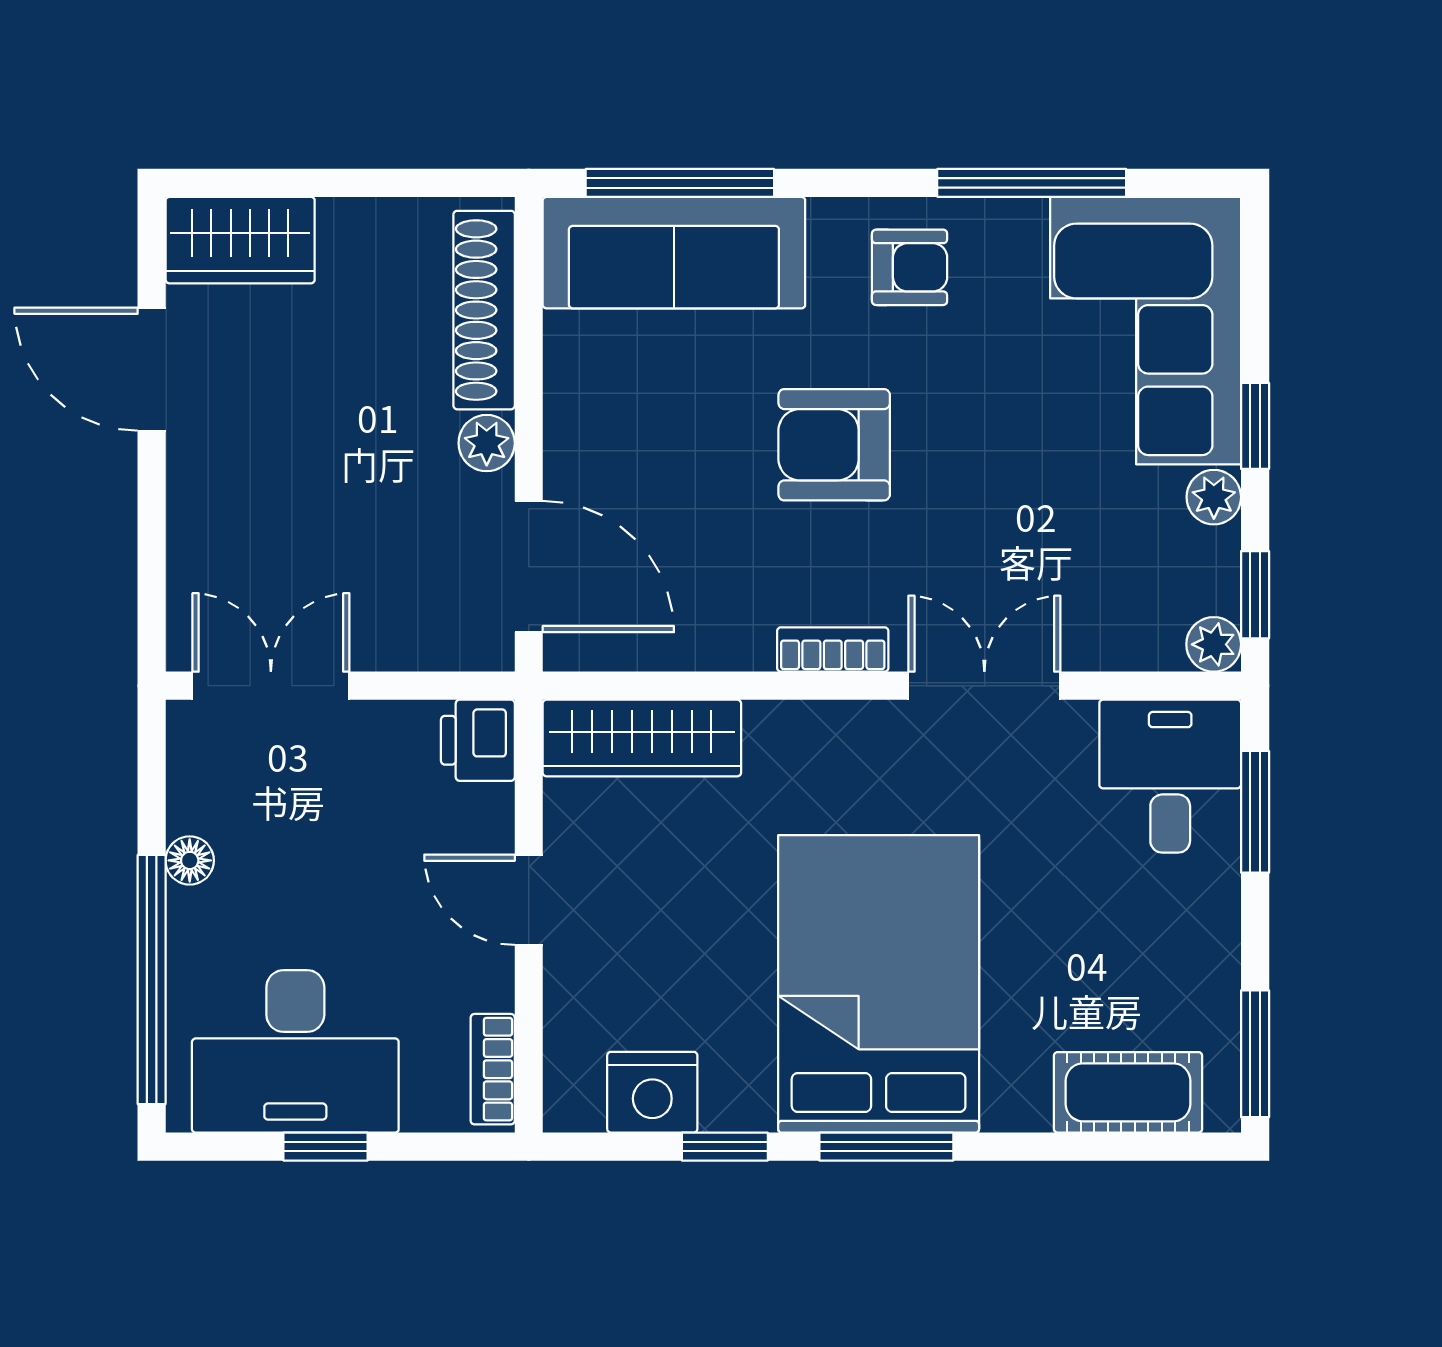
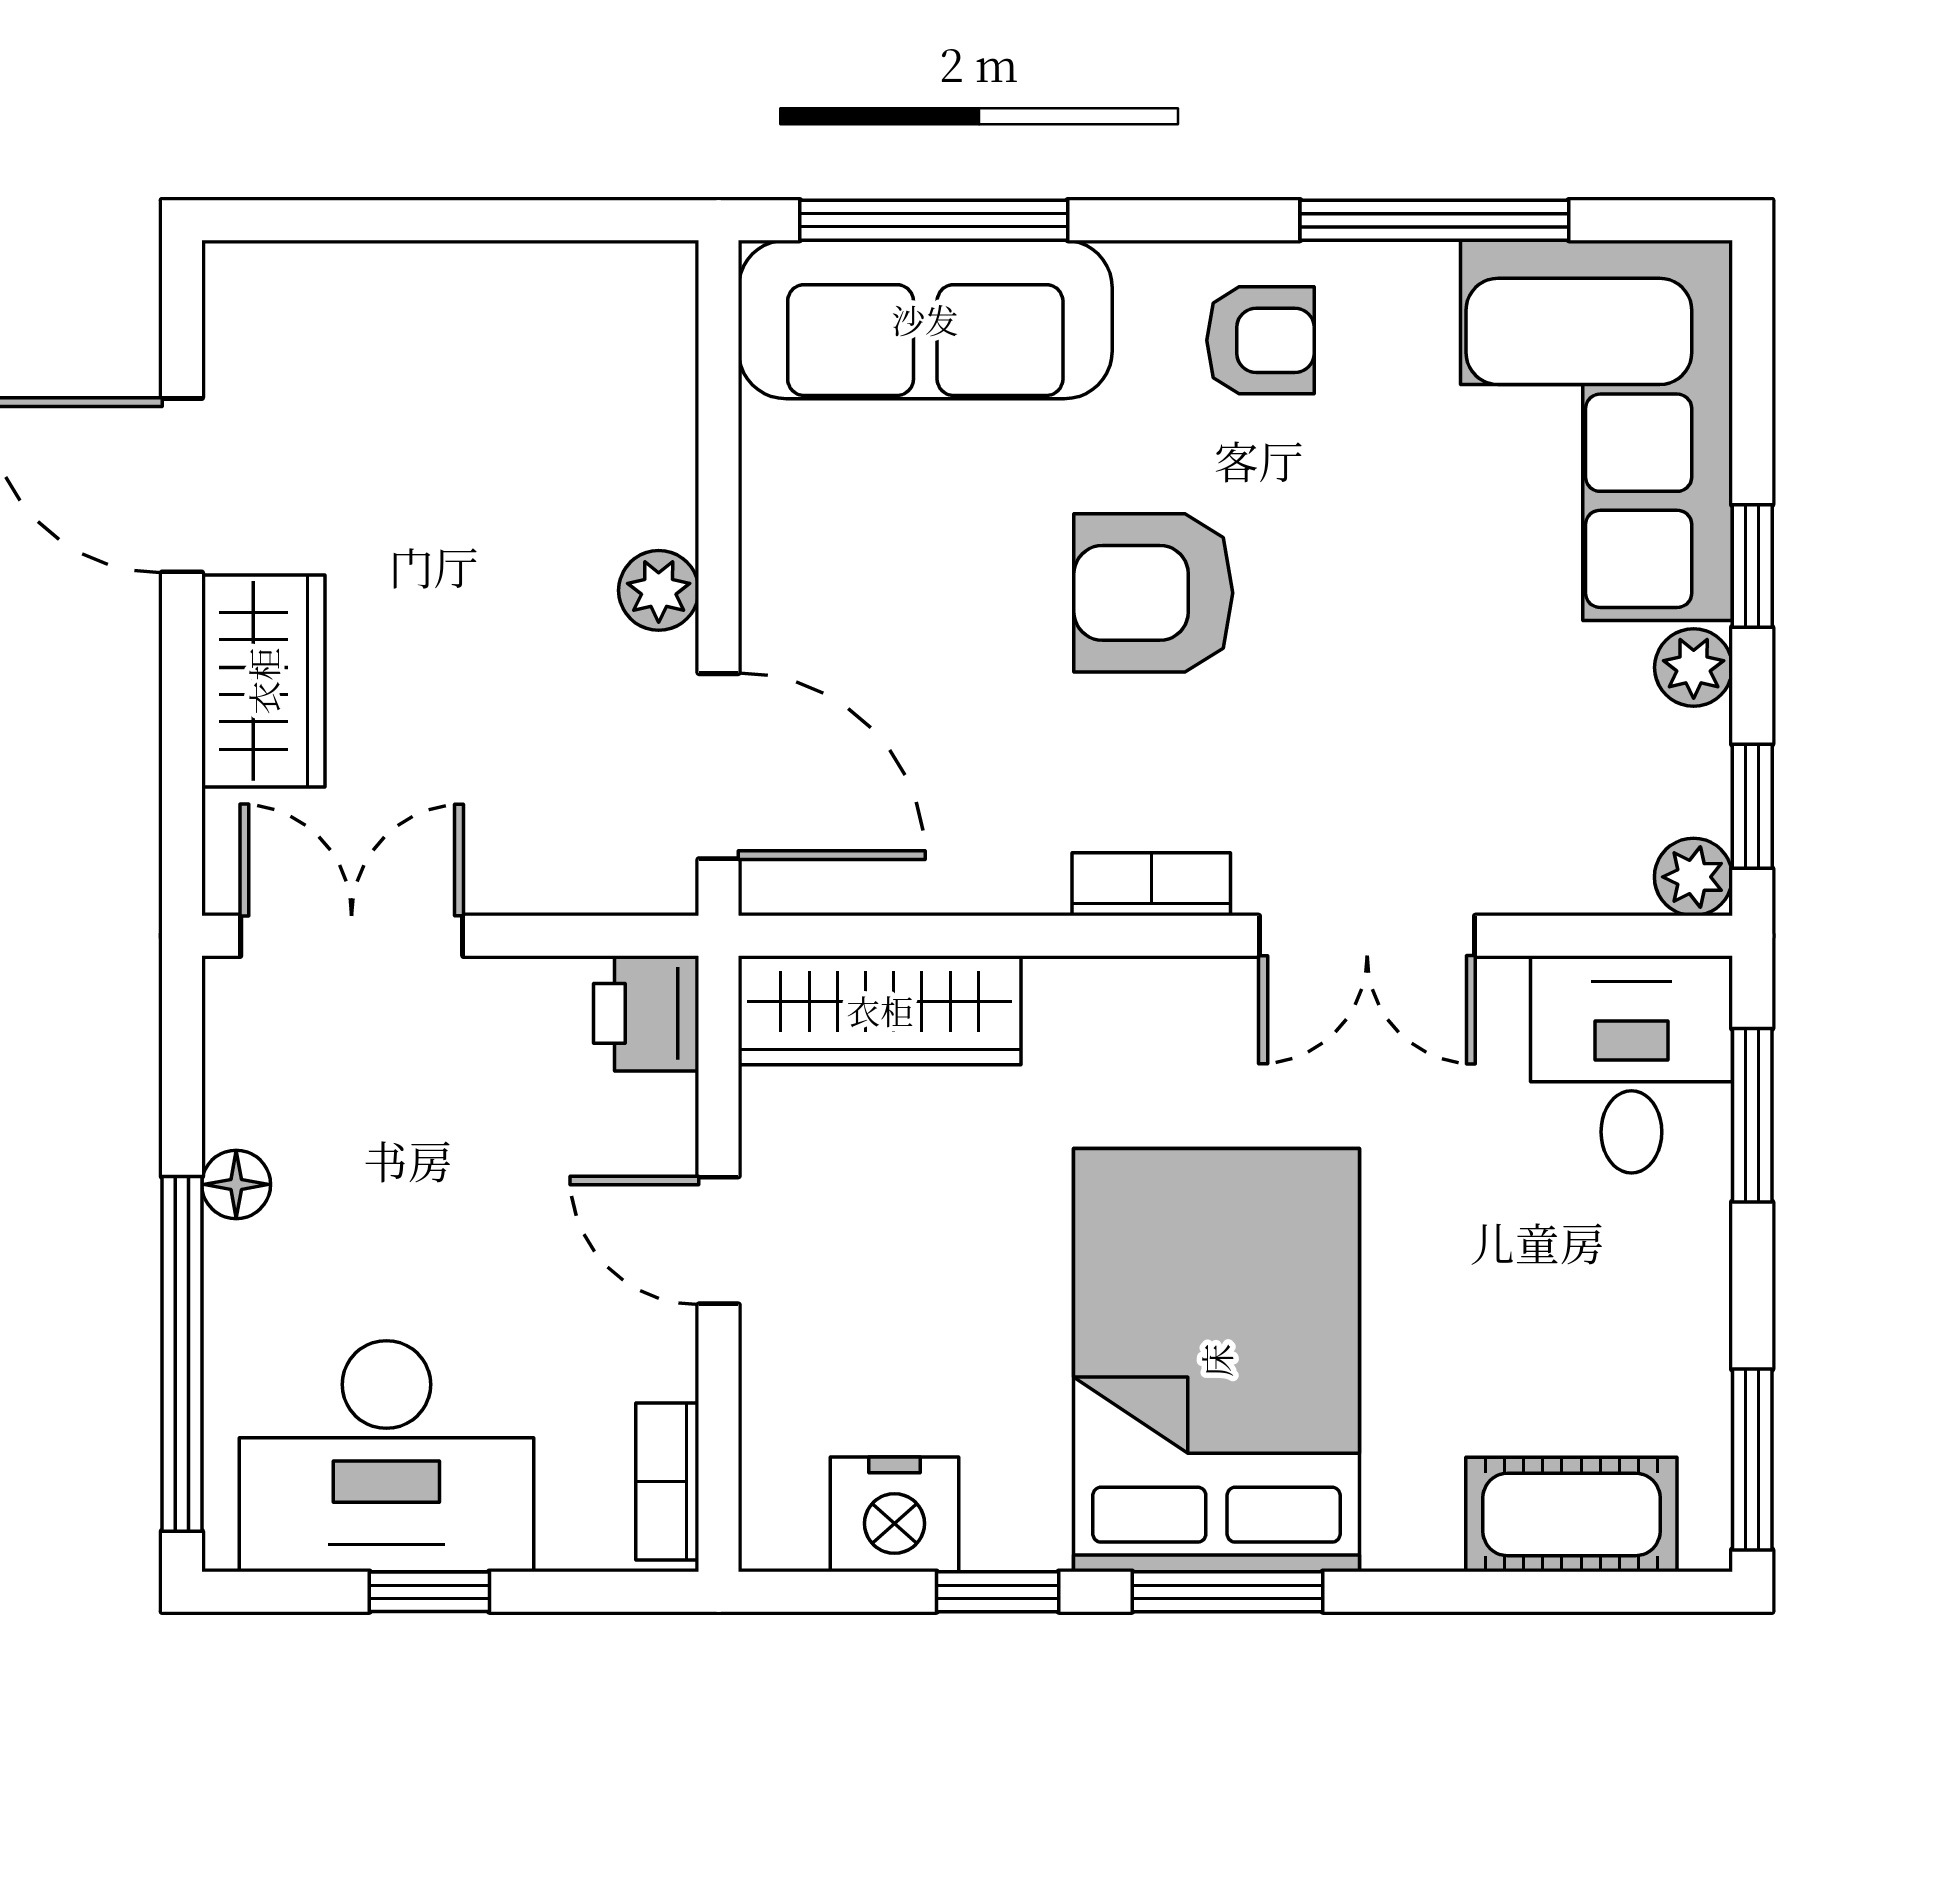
wardrobe: (240, 240) -> (263, 681), moved, turned -90
shoe rack: (484, 310) -> (655, 401), removed
double door: (984, 686) -> (1367, 936), swing flipped

